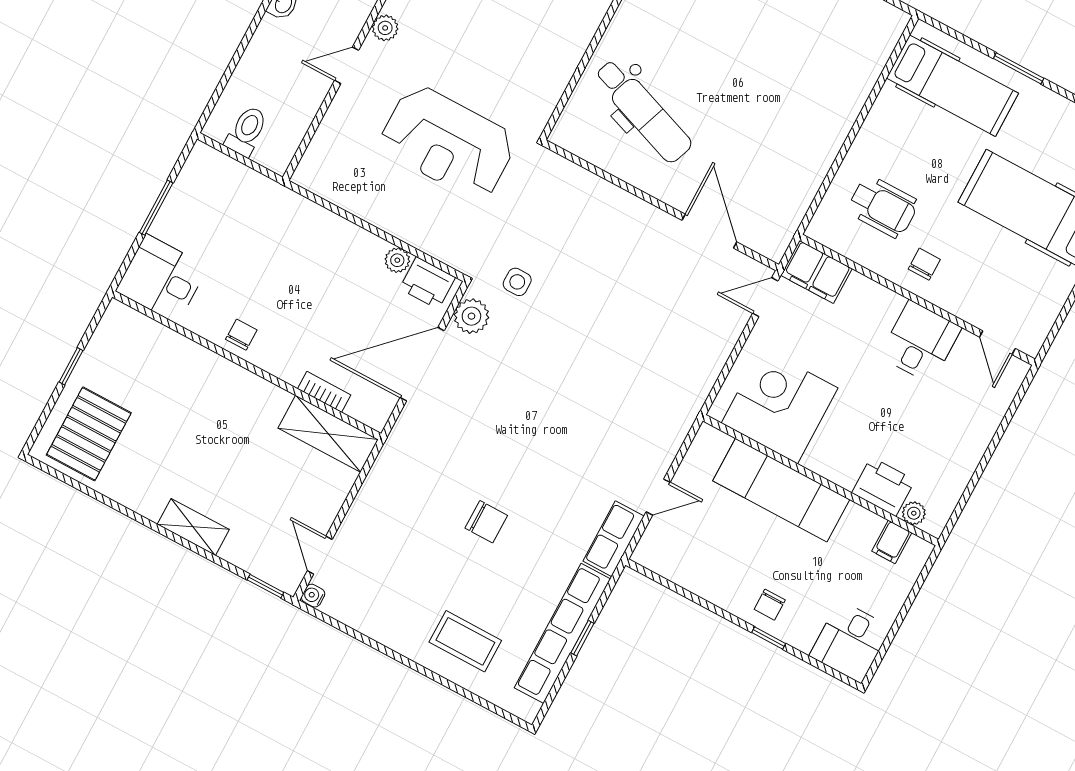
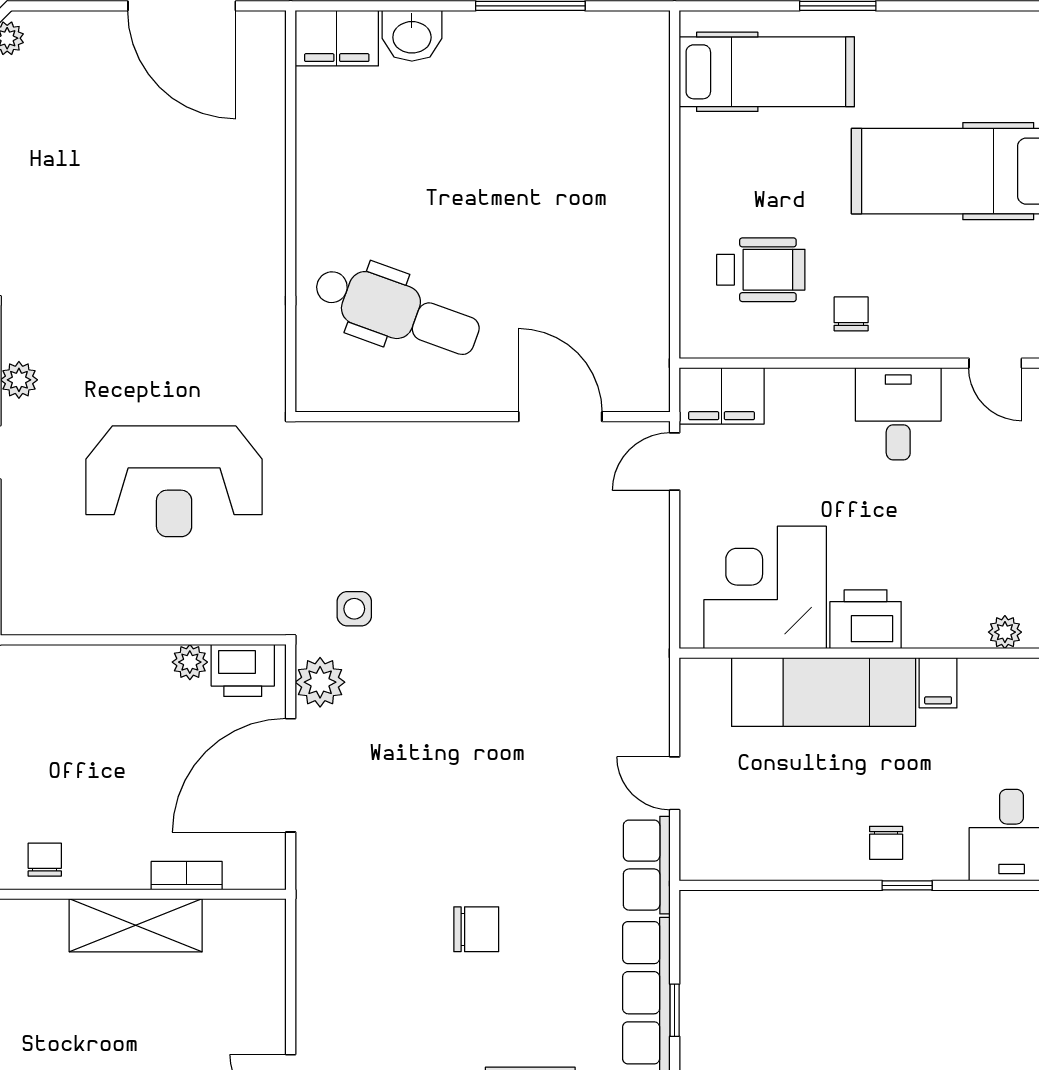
shelving: (328, 434) -> (136, 925), moved
printer: (883, 487) -> (866, 619), moved
door: (658, 497) -> (675, 783), swing flipped
filing cabinet: (892, 542) -> (938, 683), moved

